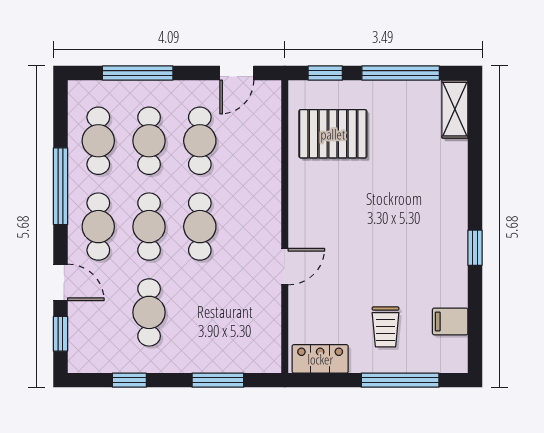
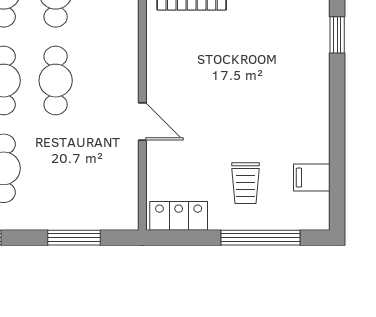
window: (475, 248) -> (337, 35), moved
door: (285, 267) -> (142, 122), hinge flipped

